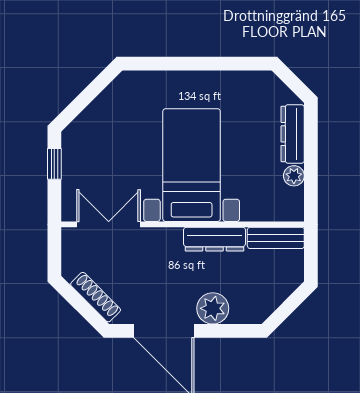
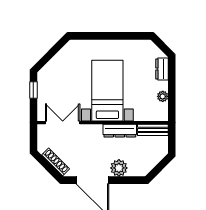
dresser: (293, 134) -> (162, 69), width x0.70

